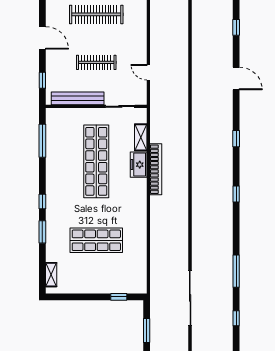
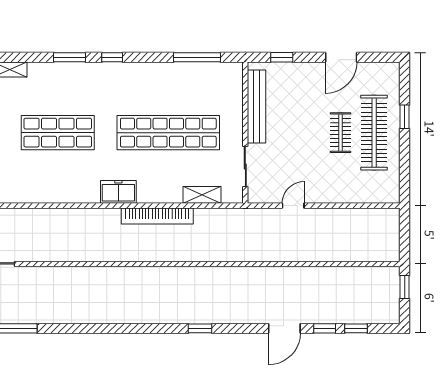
clothes rail: (96, 62) -> (341, 133), moved, width x0.73
freezer: (139, 165) -> (118, 192), moved
window: (236, 194) -> (325, 328), moved
shop shelf: (96, 240) -> (58, 133), turned 90

